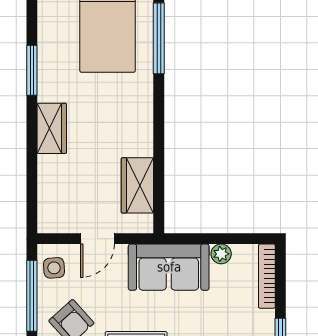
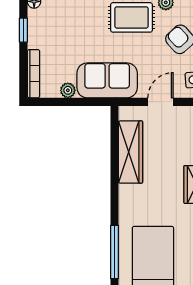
wardrobe: (137, 185) -> (131, 152), width x1.50

